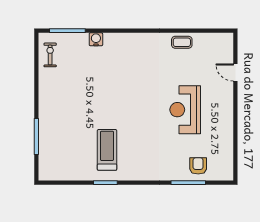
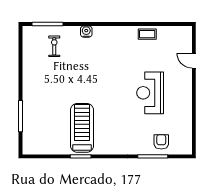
water cooler: (96, 39) -> (86, 32), moved
exercise bike: (50, 55) -> (54, 46), moved
treadmill: (107, 150) -> (82, 128), width x1.37, depth x1.38

